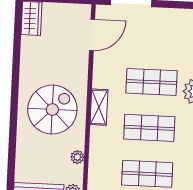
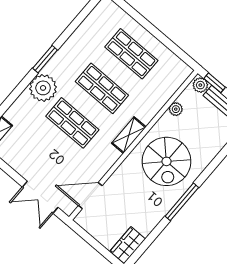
window: (15, 87) -> (182, 202), added
spiral stairs: (52, 110) -> (166, 161), turned -90

